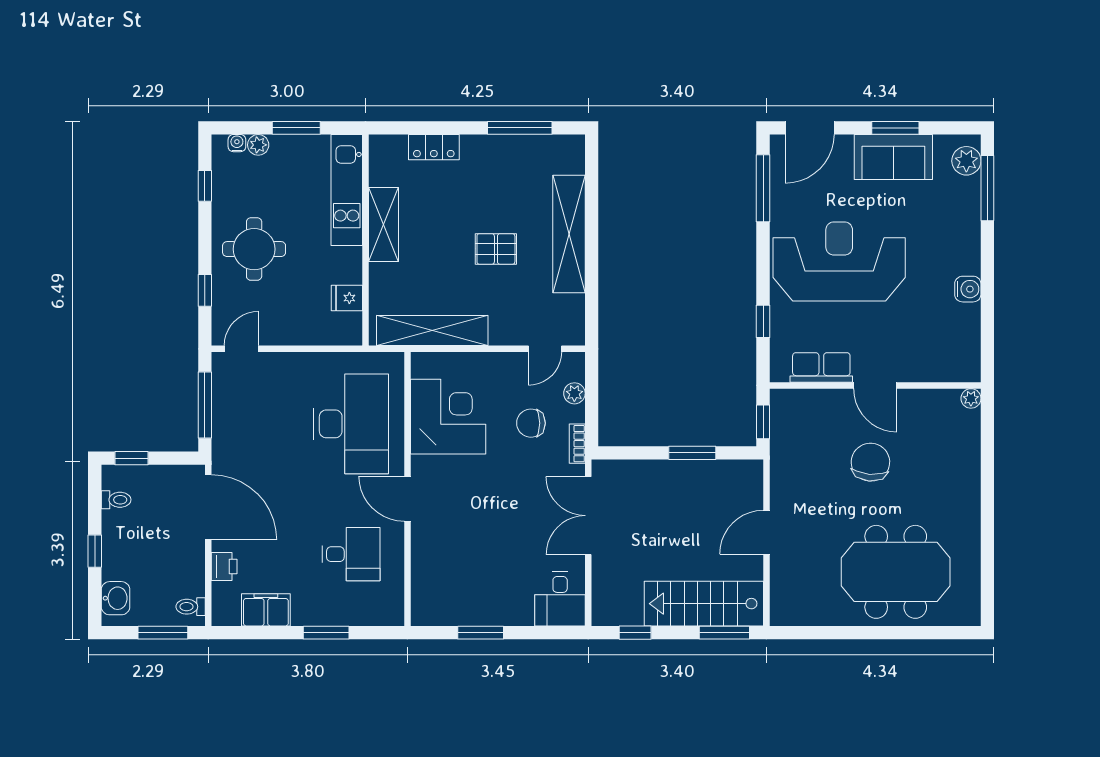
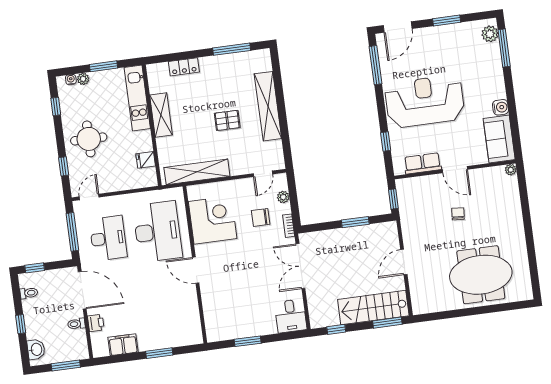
sofa: (893, 157) -> (499, 139), moved, turned 90
chair: (870, 462) -> (458, 214), width x0.54, depth x0.54
desk: (351, 554) -> (108, 238), moved, width x1.37
toilet: (191, 607) -> (76, 324), moved

